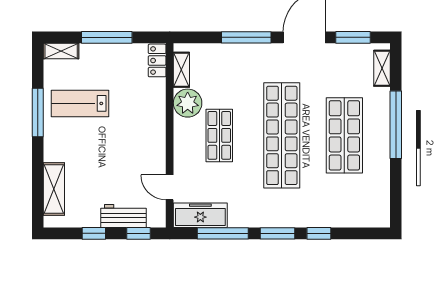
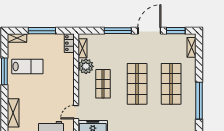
lab bench: (80, 103) -> (27, 66), turned 180
window: (396, 125) -> (199, 101), moved
shop shelf: (282, 135) -> (137, 84), width x0.71
door: (170, 187) -> (76, 112), hinge flipped

